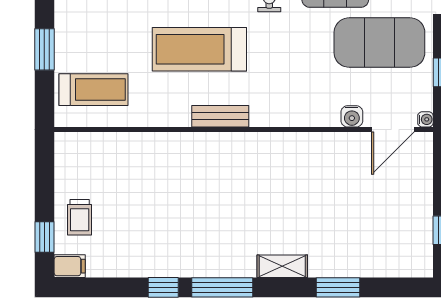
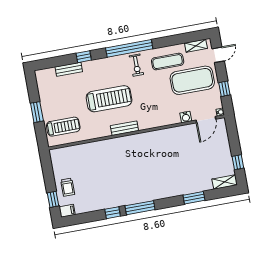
treadmill: (199, 49) -> (109, 99), turned 180
shelving: (282, 266) -> (225, 182), moved

